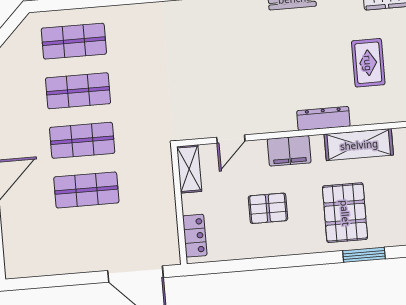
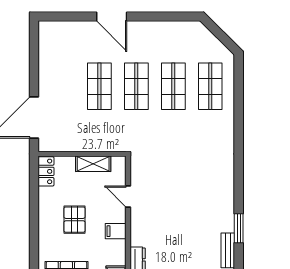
filing cabinet: (289, 151) -> (116, 231), width x0.50
shelving: (189, 169) -> (93, 164), moved
locker: (195, 236) -> (46, 171), moved, turned -90

